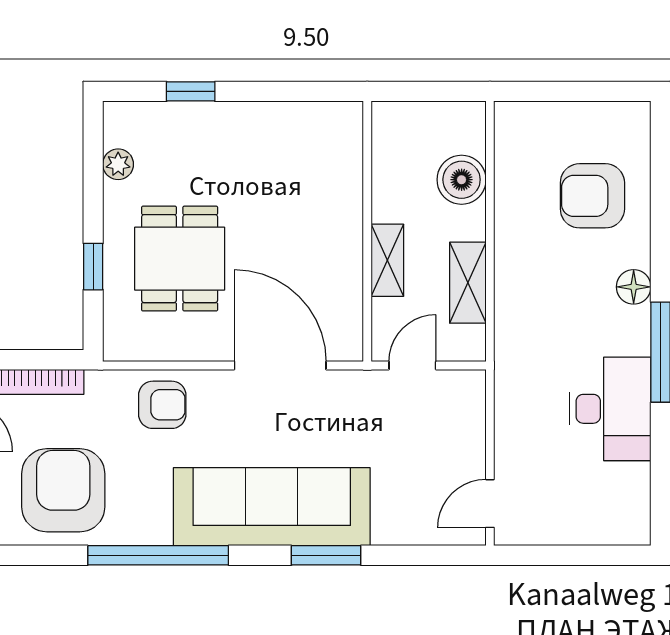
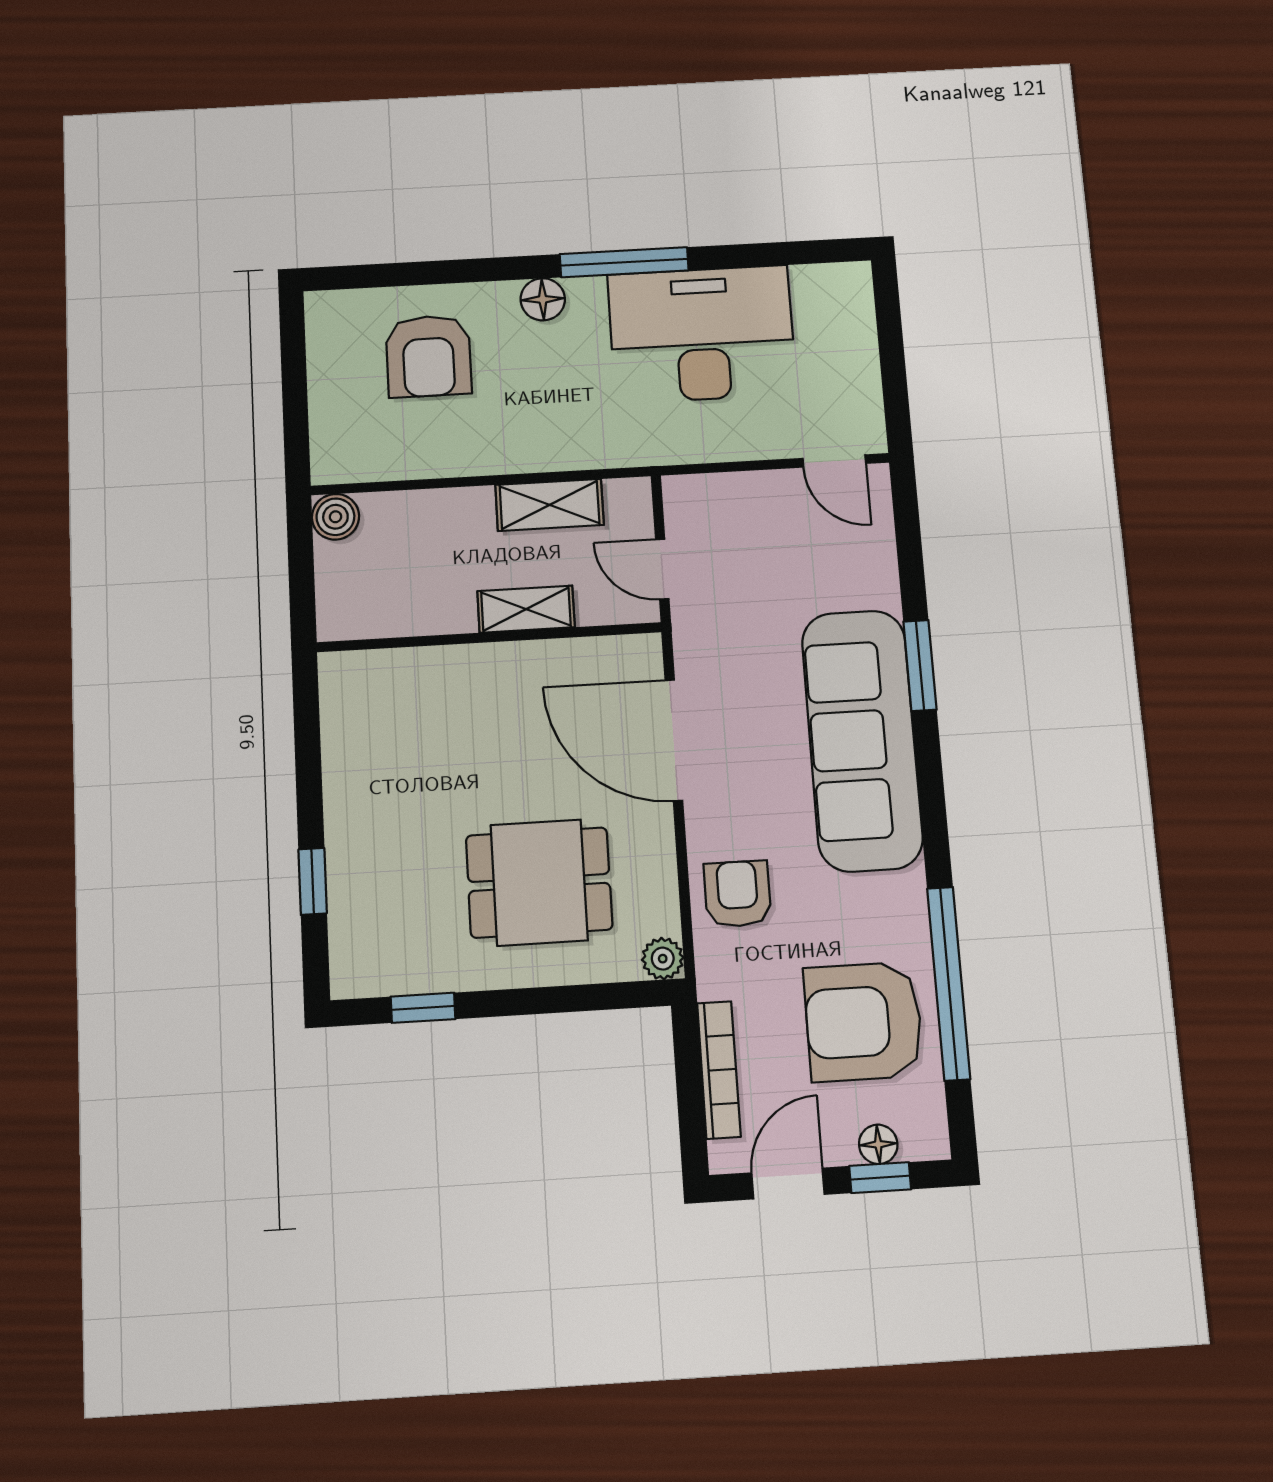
plant: (118, 164) -> (663, 959), moved
boiler: (462, 180) -> (335, 517), moved, width x0.73, depth x0.73
window: (93, 267) -> (423, 1008), moved
door: (280, 366) -> (674, 740), hinge flipped
desk: (610, 409) -> (702, 334), width x1.36, depth x1.30
window: (158, 555) -> (949, 983), moved

